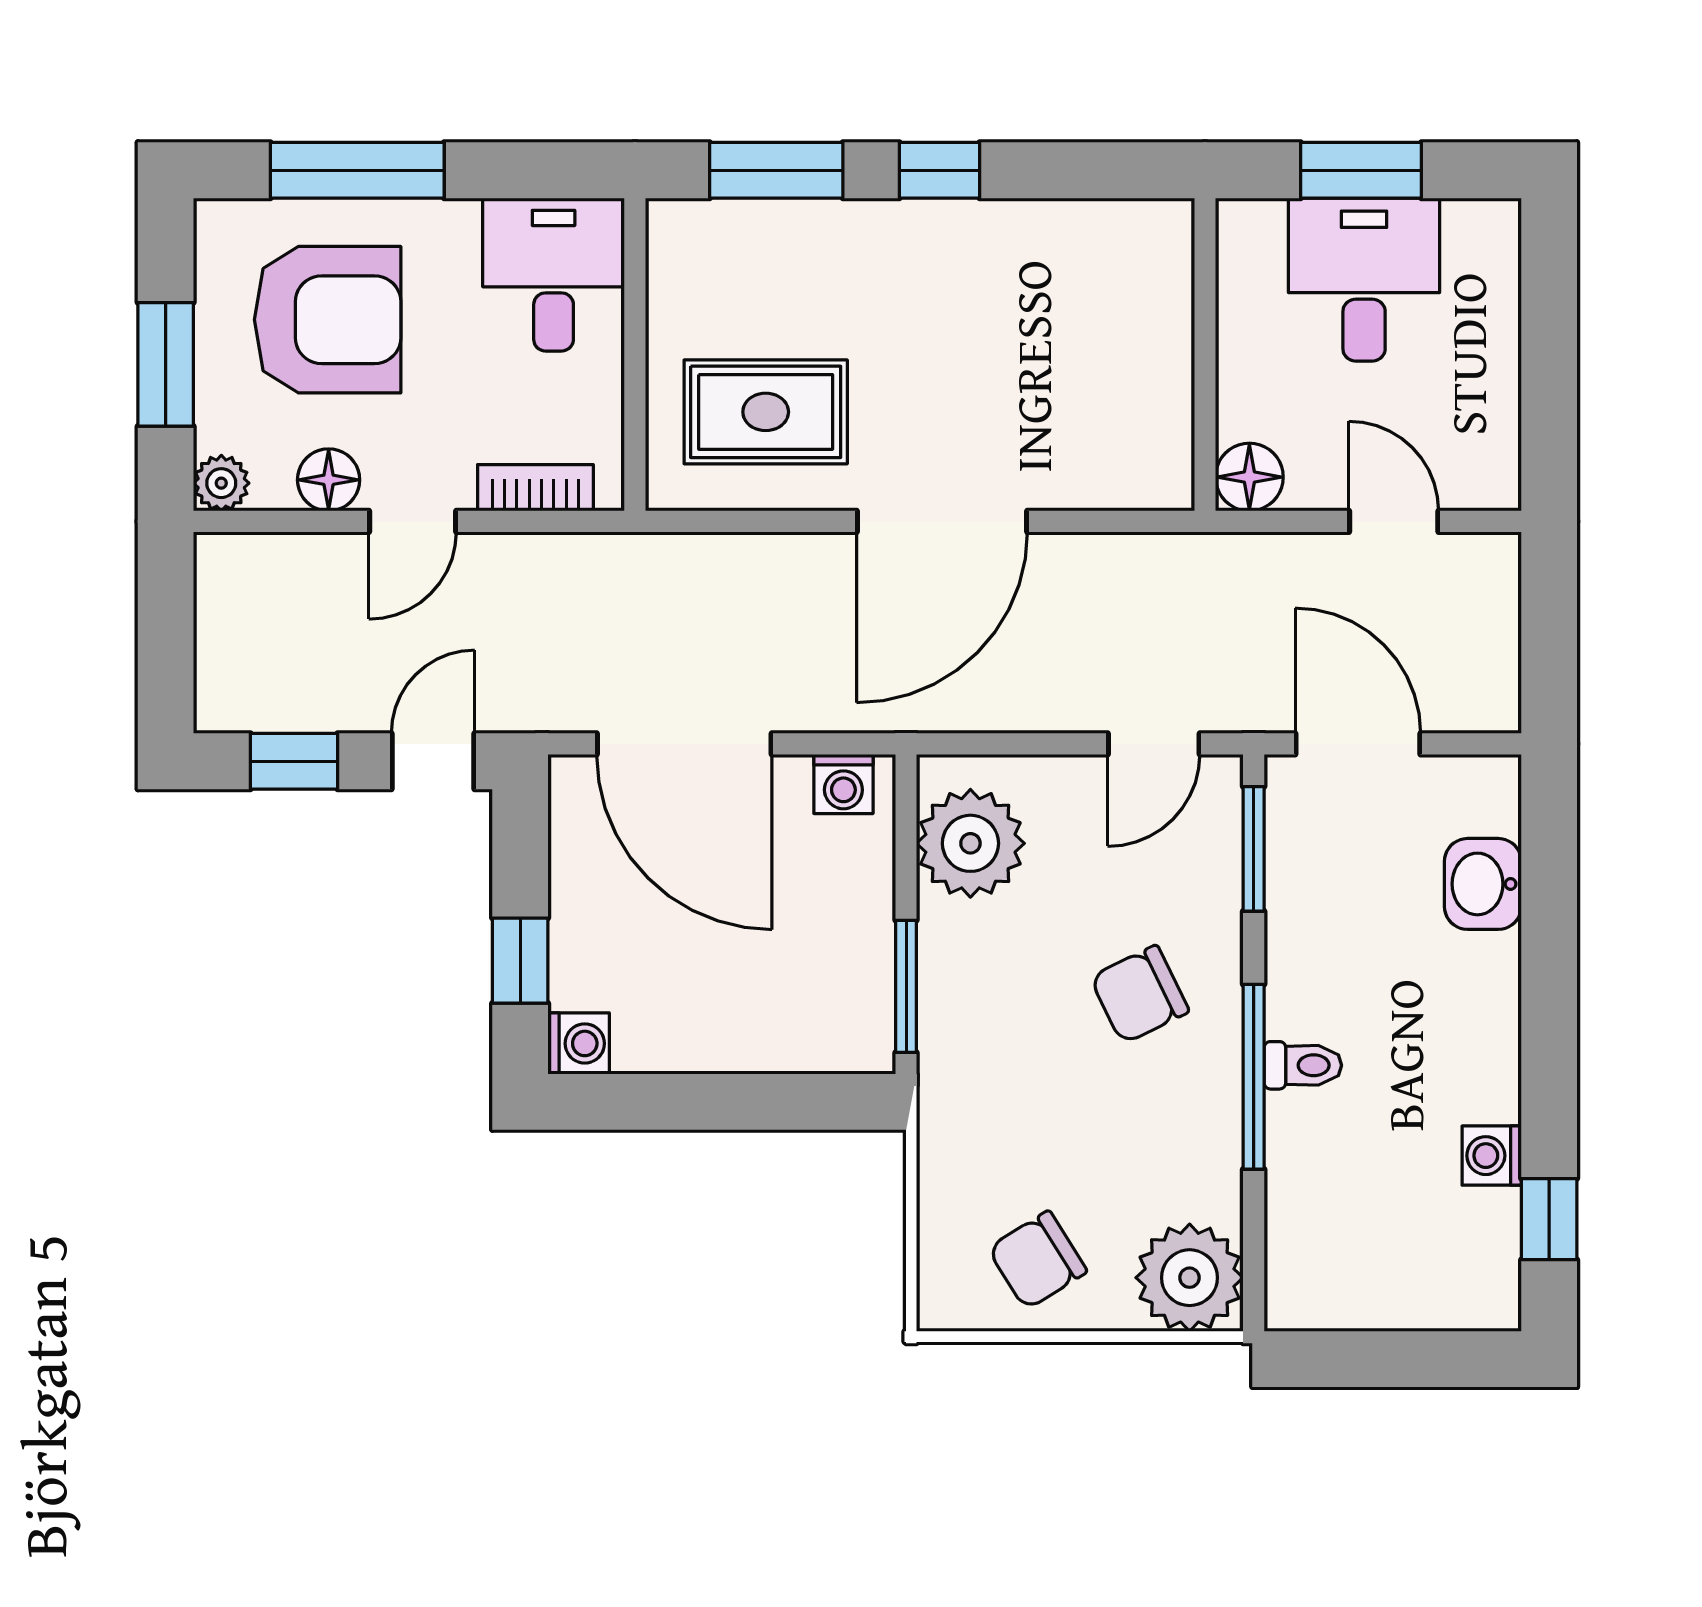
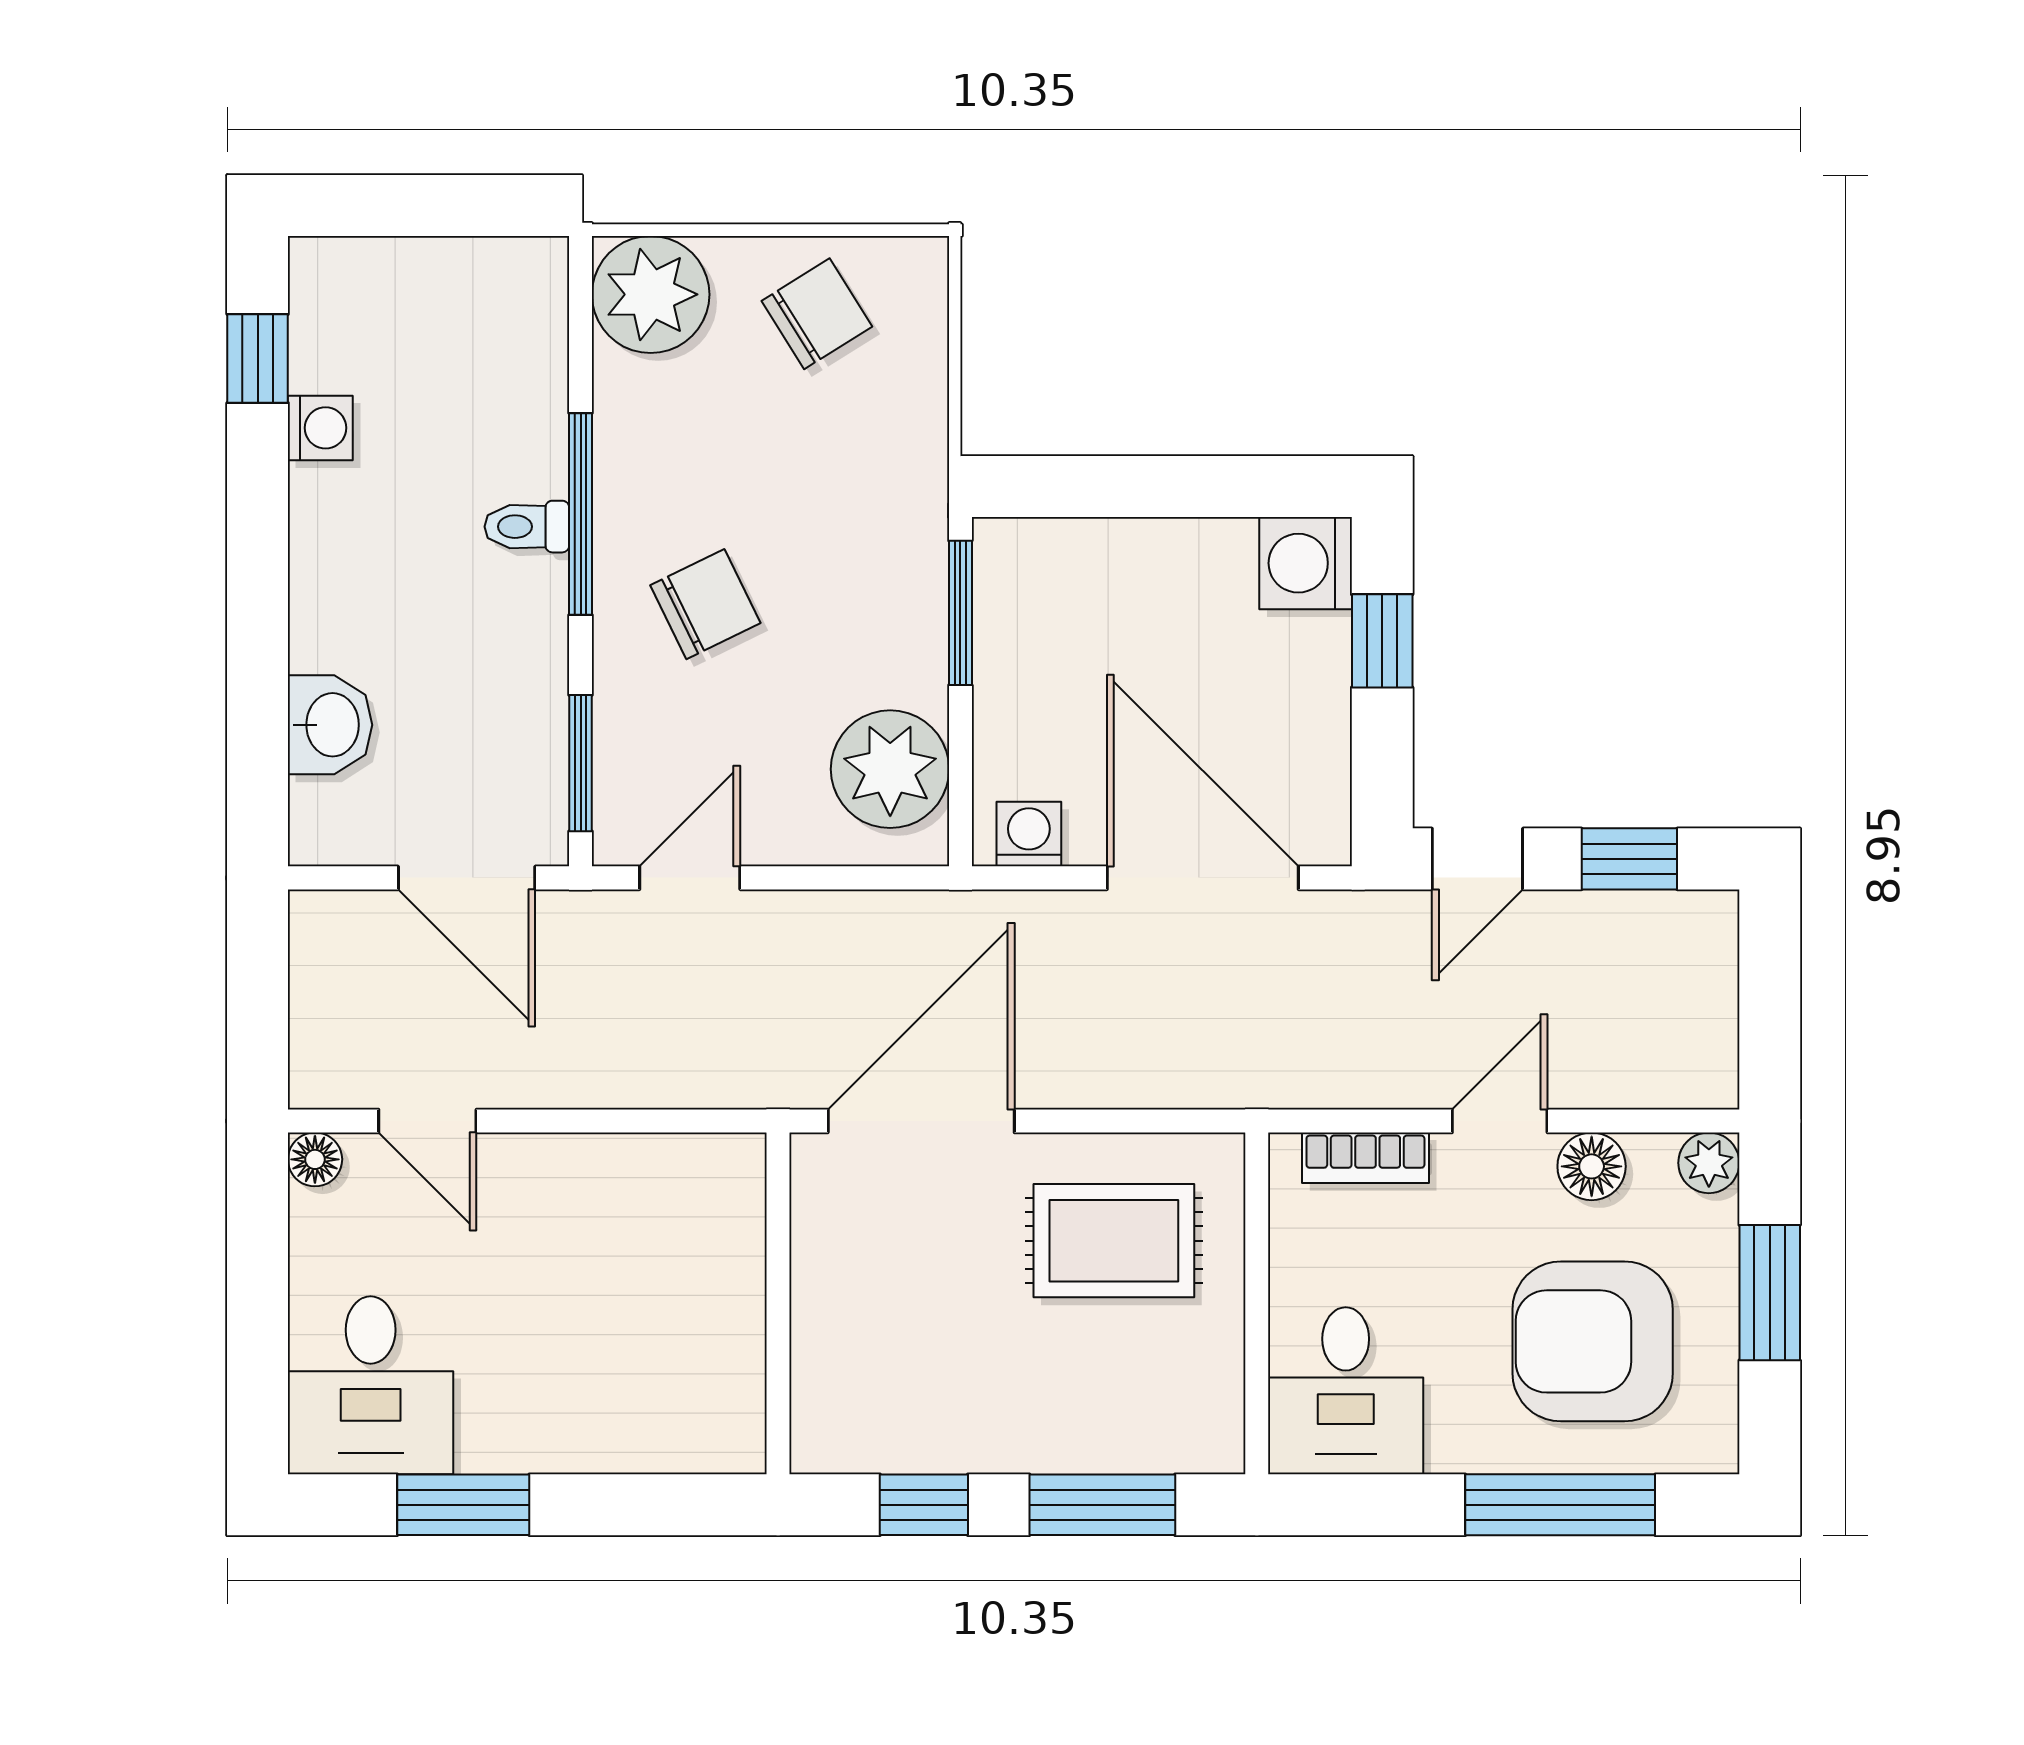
desk: (1364, 280) -> (371, 1385), moved
wall: (1205, 355) -> (778, 1303), moved
floor lamp: (1249, 477) -> (315, 1159), moved, width x0.73, depth x0.73
washing machine: (579, 1043) -> (1306, 563), width x1.38, depth x1.38

